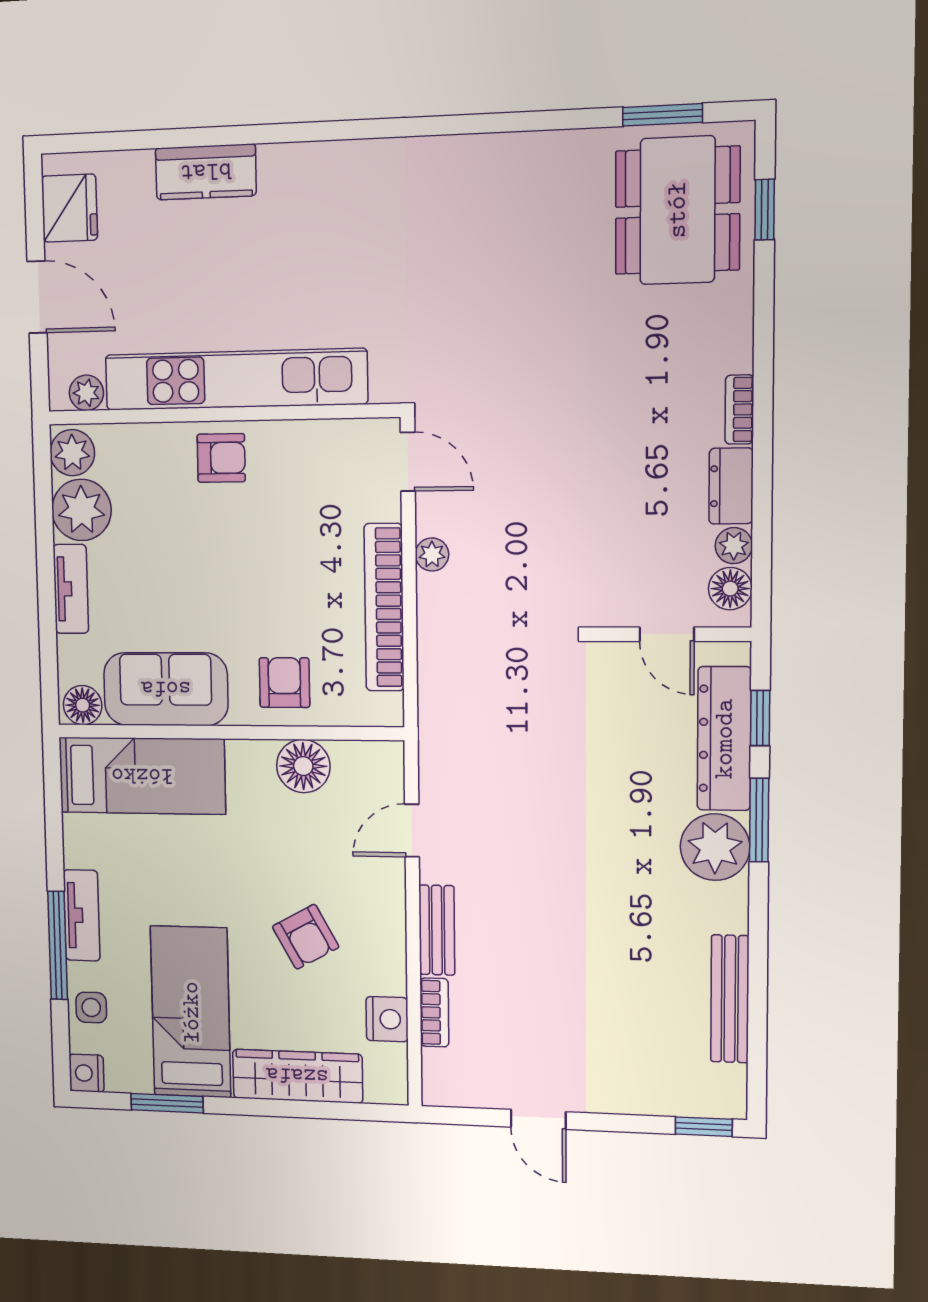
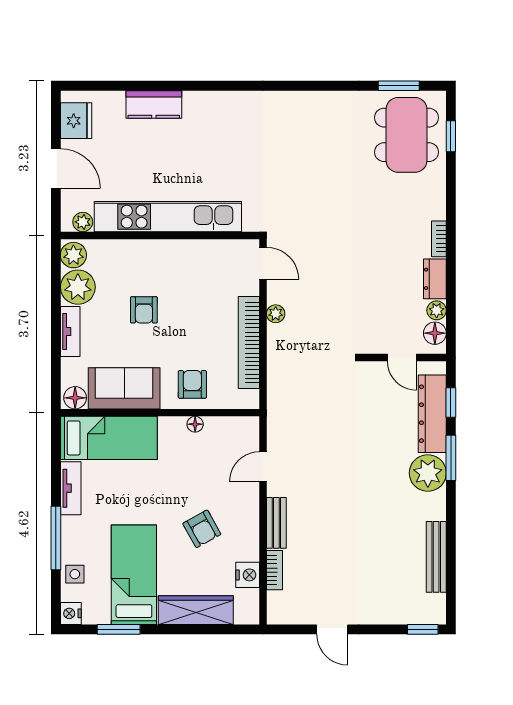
armchair: (221, 458) -> (144, 310), moved, turned 90
floor lamp: (303, 766) -> (195, 424), width x0.53, depth x0.53
tv unit: (82, 915) -> (71, 488), moved

